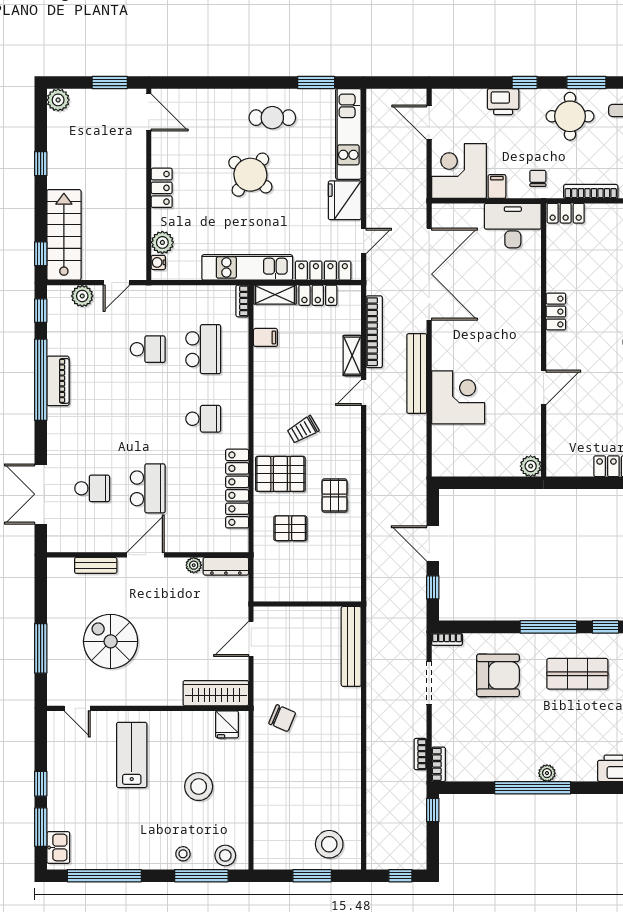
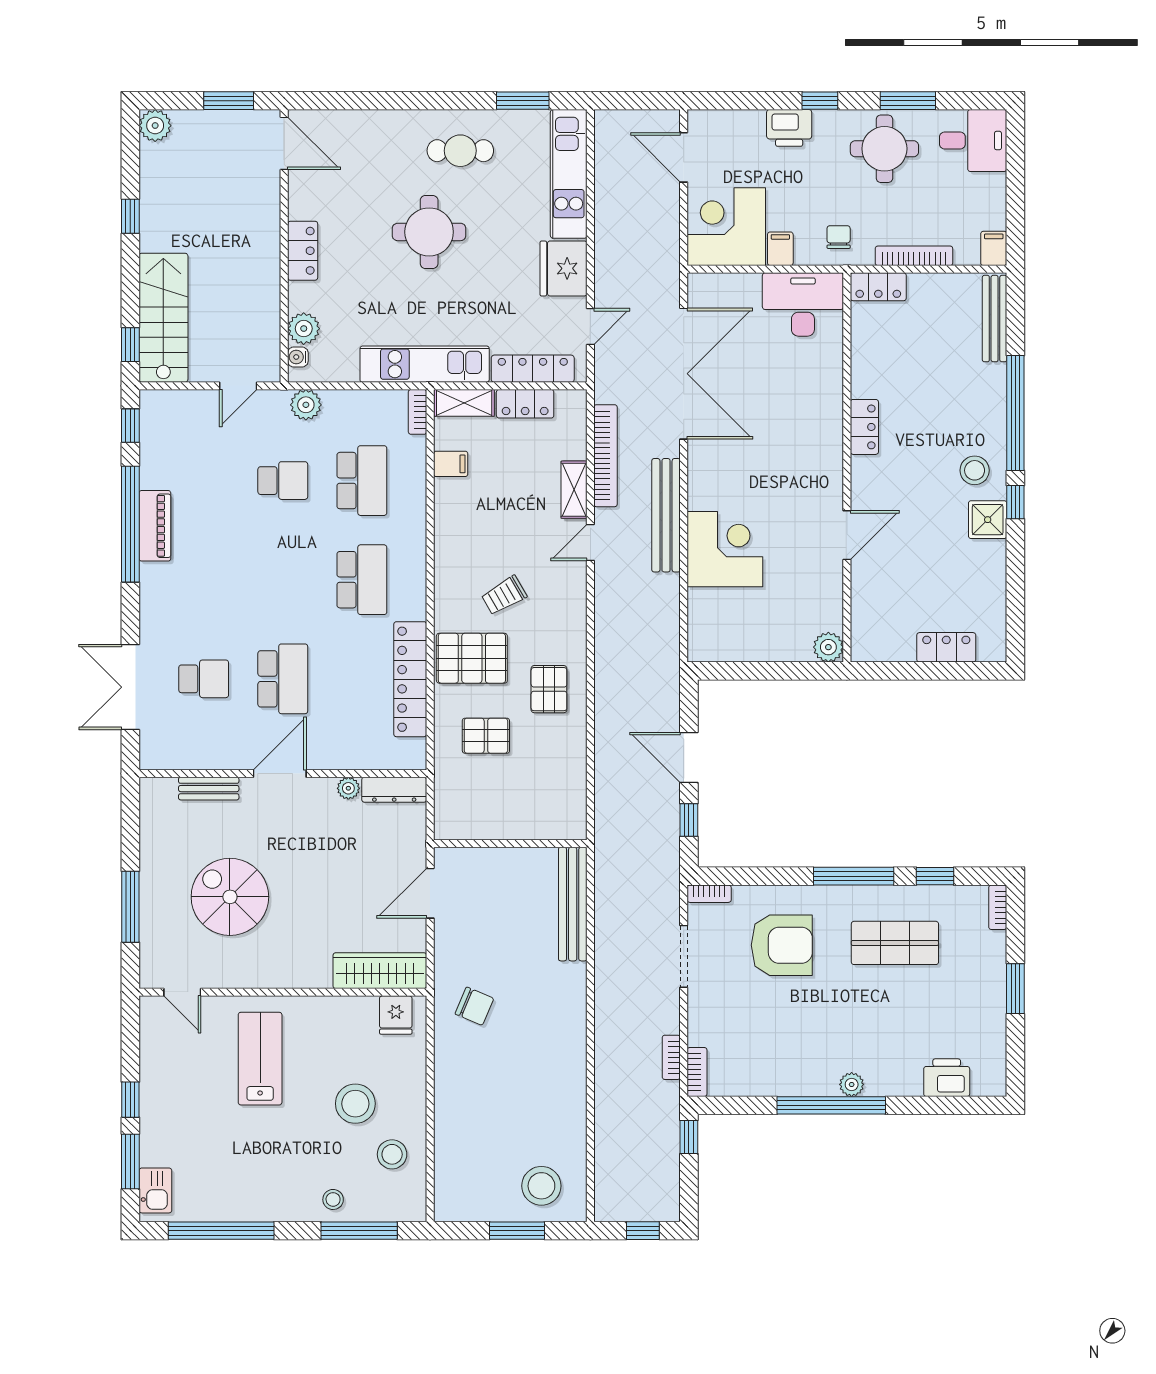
round table: (250, 175) -> (429, 232), turned -38
plant: (82, 296) -> (306, 405), moved
school desk: (203, 419) -> (362, 580), width x1.85
stool: (225, 855) -> (392, 1154), moved

